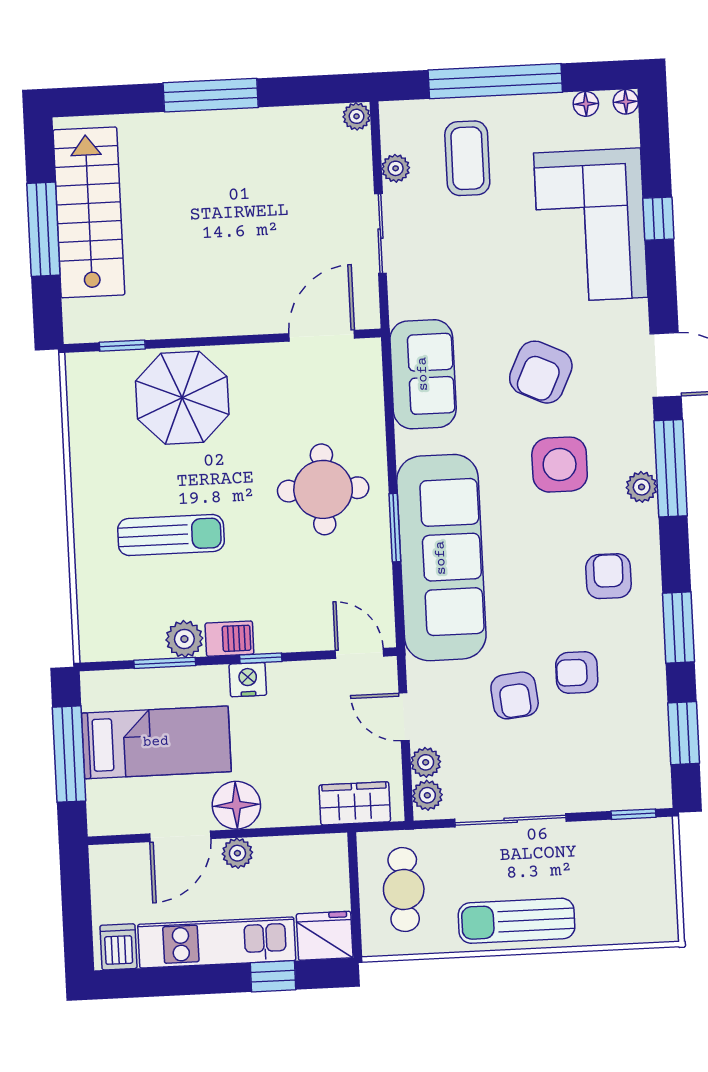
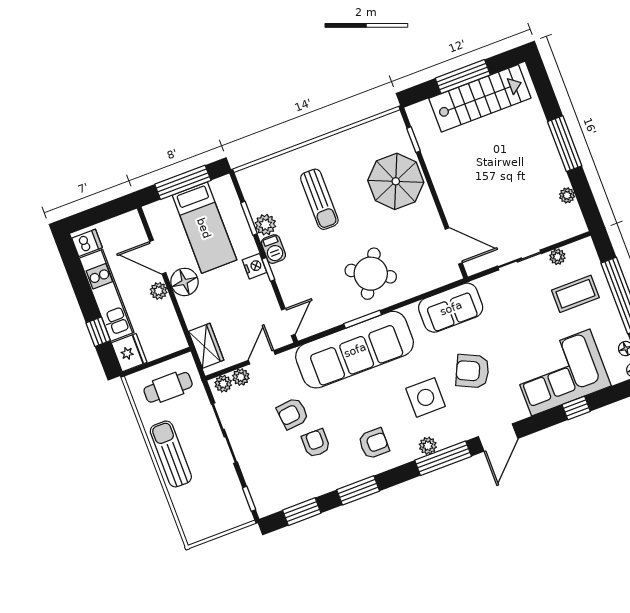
plant: (357, 116) -> (567, 195), moved
round table: (323, 489) -> (371, 274), turned 30

